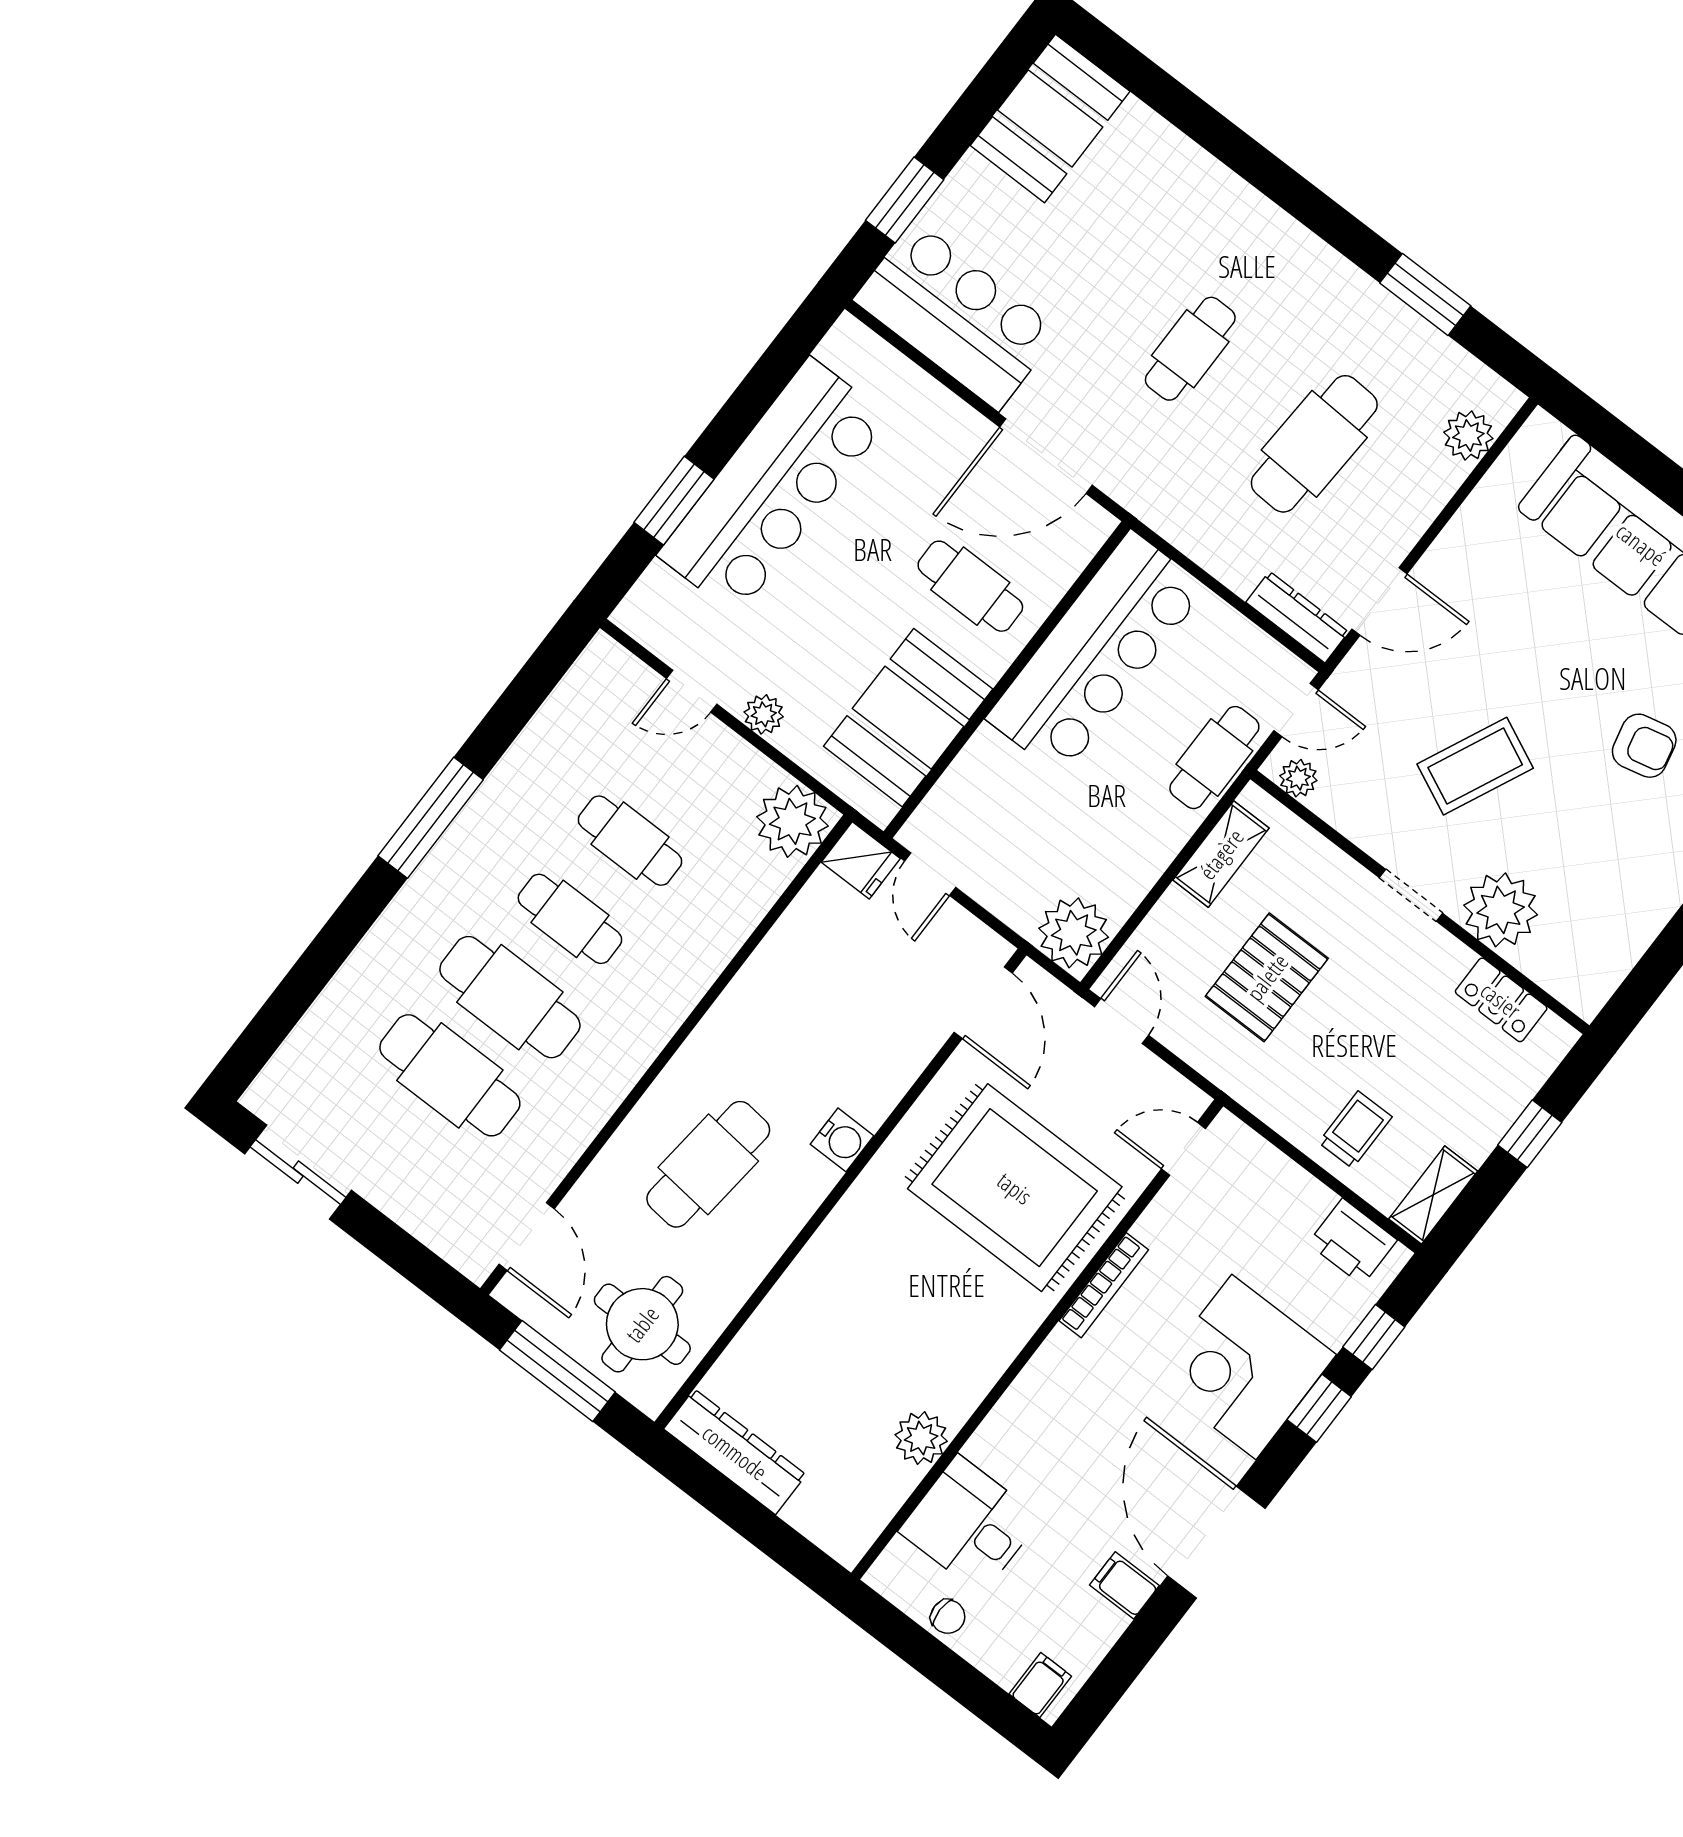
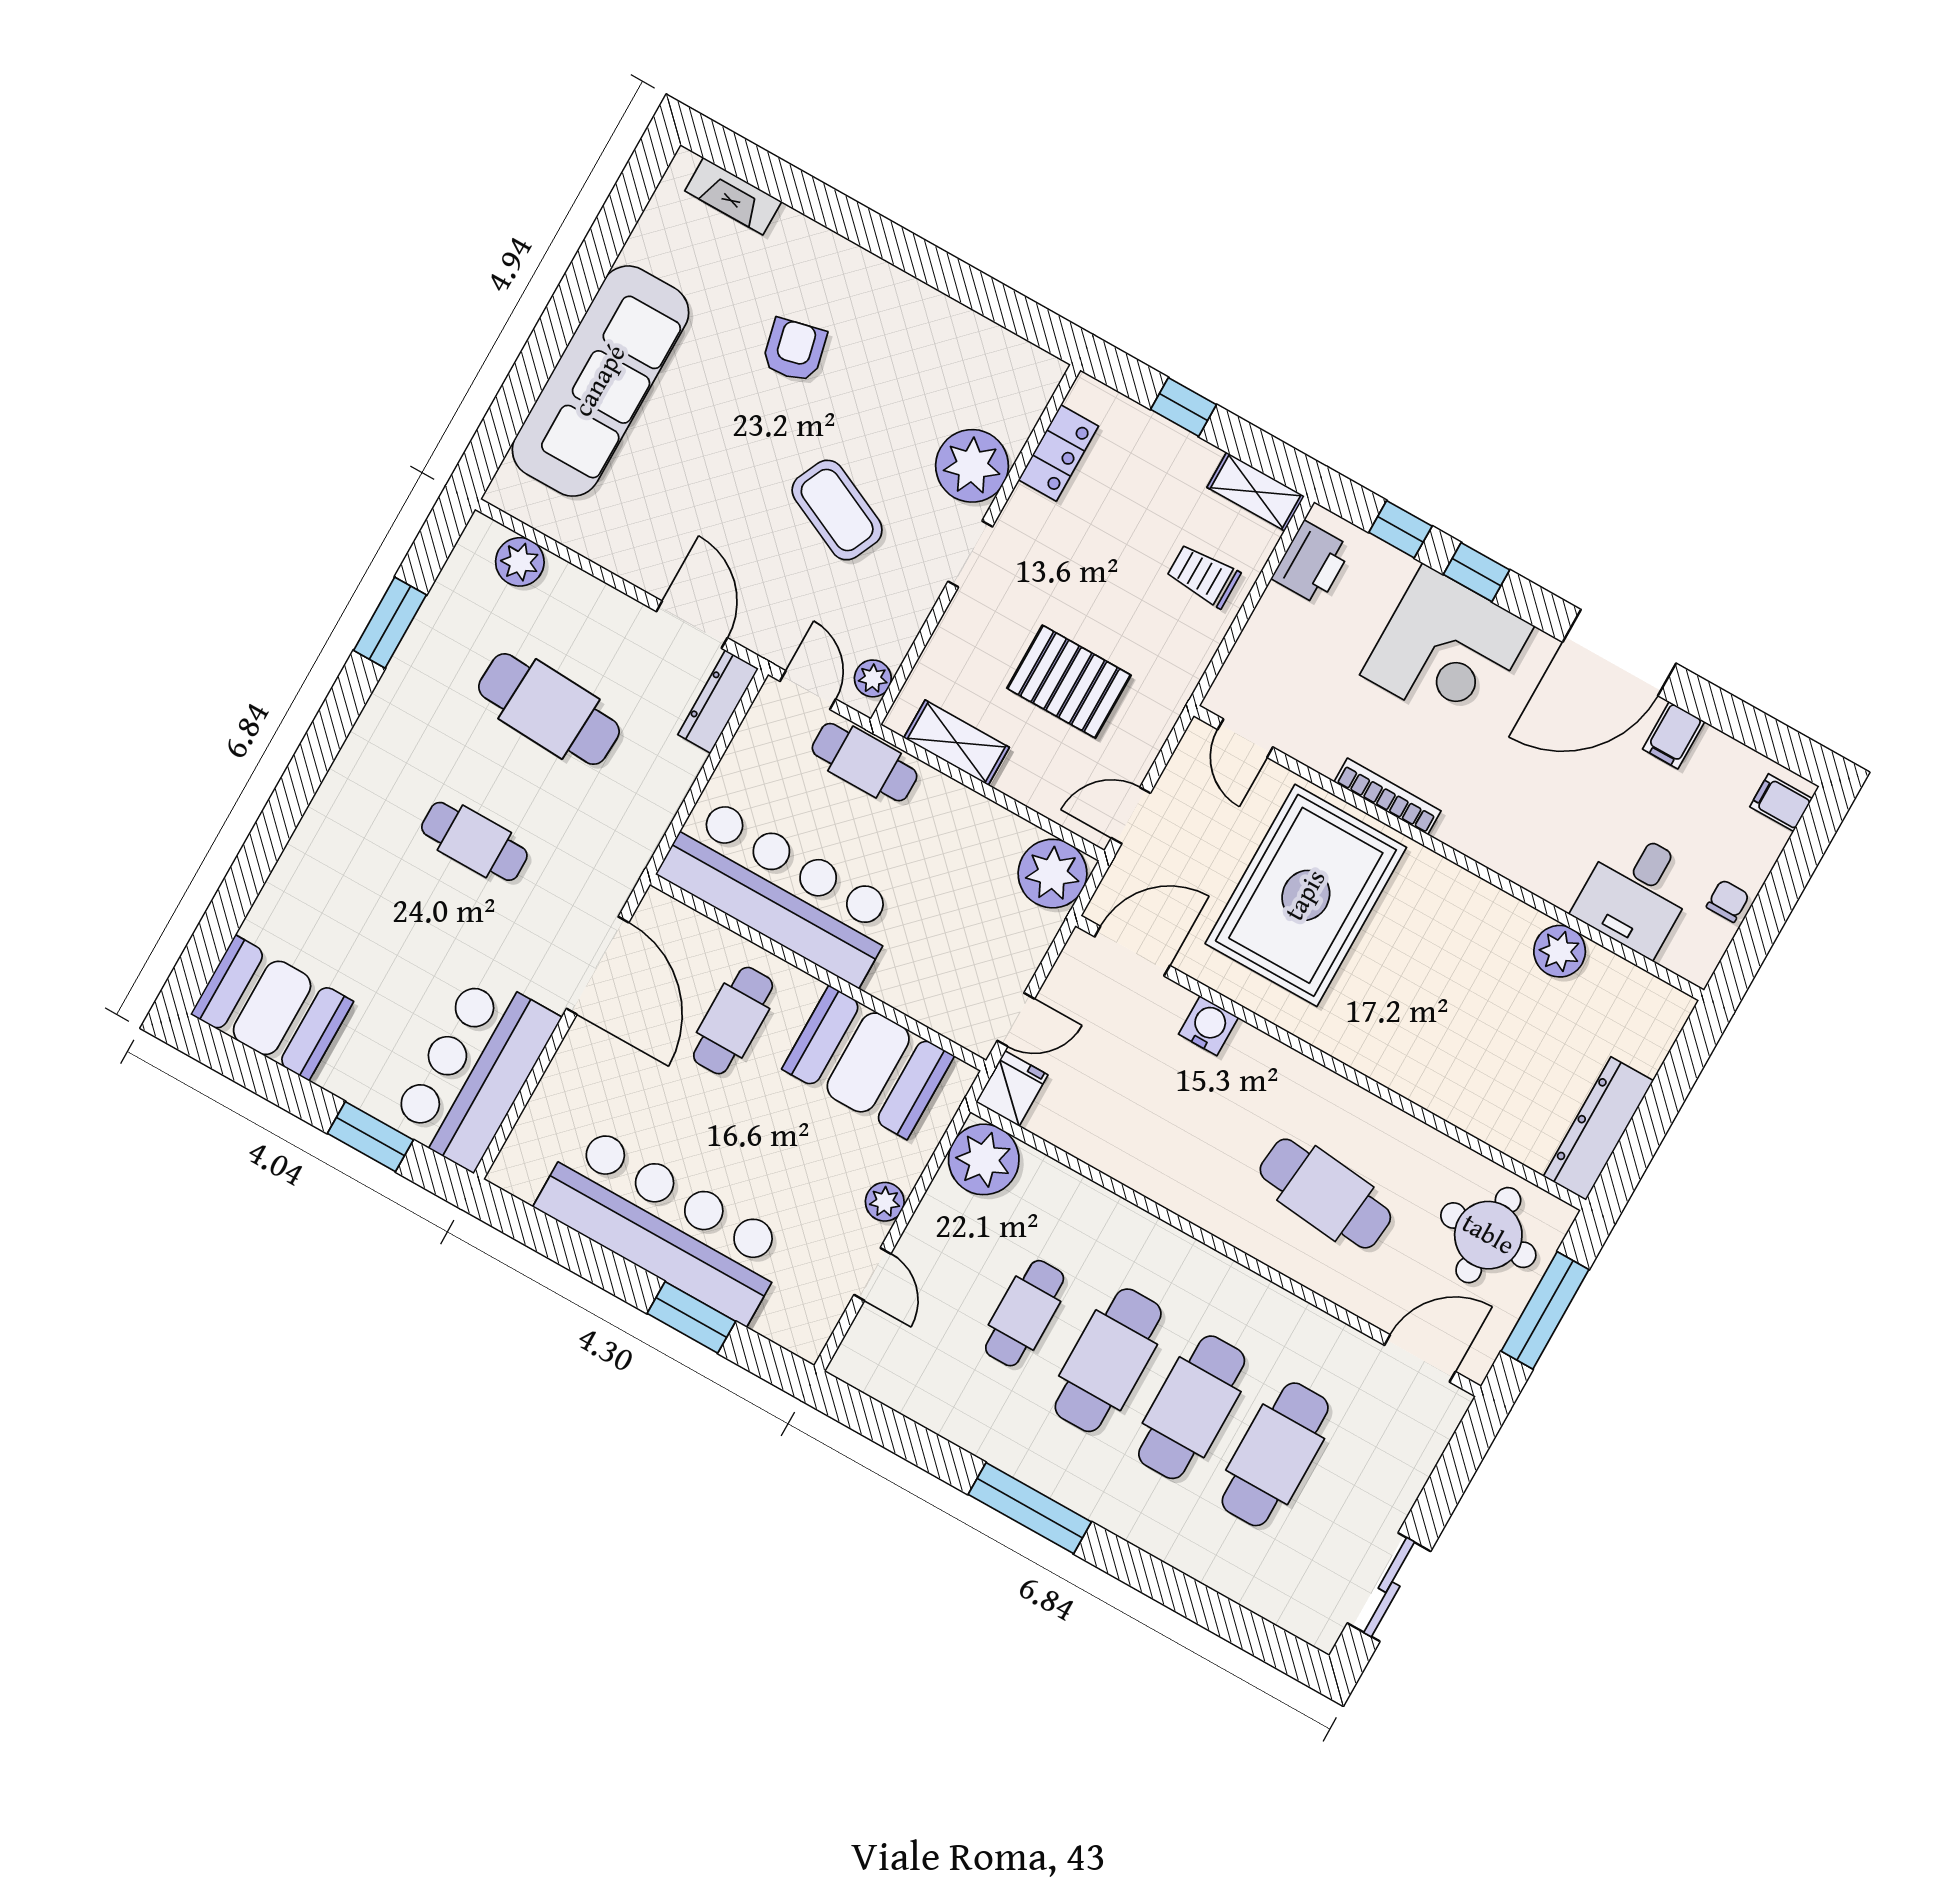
cafe table: (570, 919) -> (1108, 1360), width x1.37, depth x1.35
water cooler: (842, 1140) -> (1208, 1026), moved

